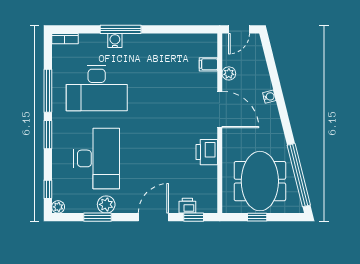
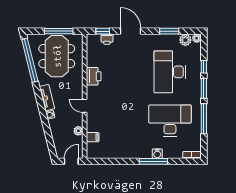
door: (220, 109) -> (85, 106), width x0.53
tv unit: (274, 121) -> (47, 98), added
window: (48, 189) -> (204, 67), moved
plant: (106, 204) -> (185, 40), moved
door: (153, 217) -> (131, 31), swing flipped
window: (257, 217) -> (59, 31), width x2.17

